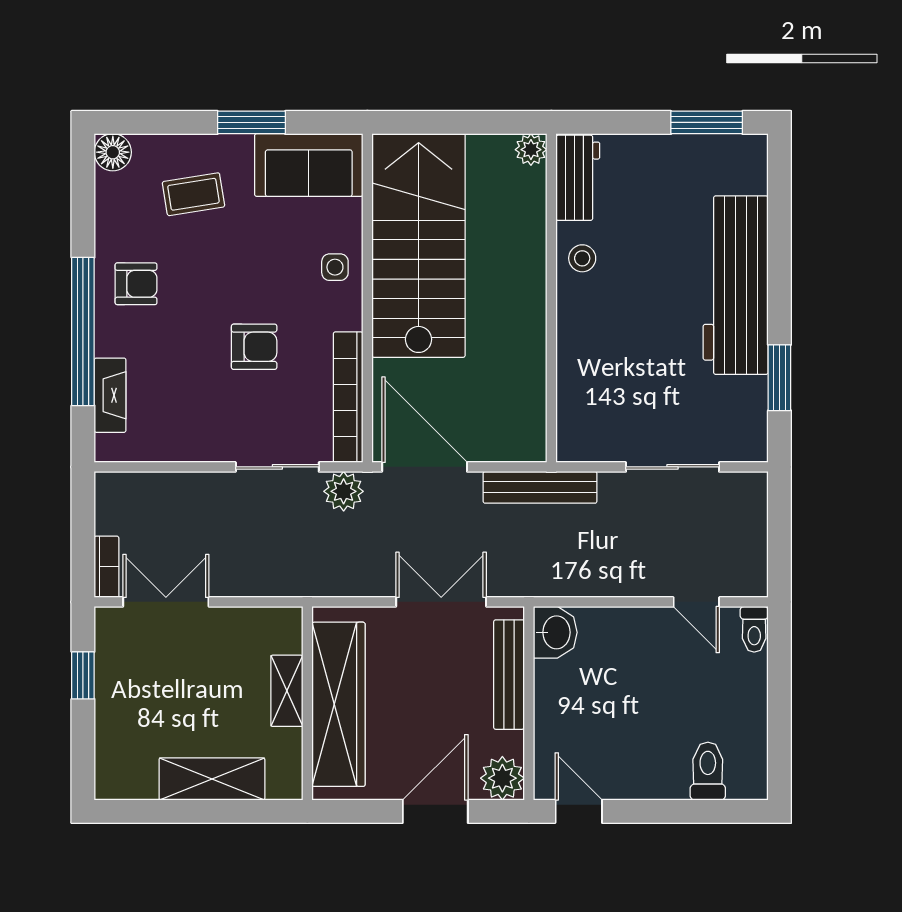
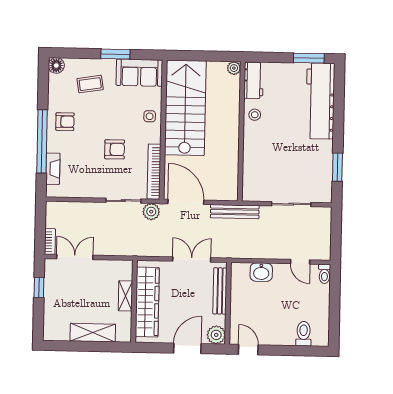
workbench: (736, 285) -> (320, 101), moved
washbasin: (555, 632) -> (261, 272), moved, turned 90

